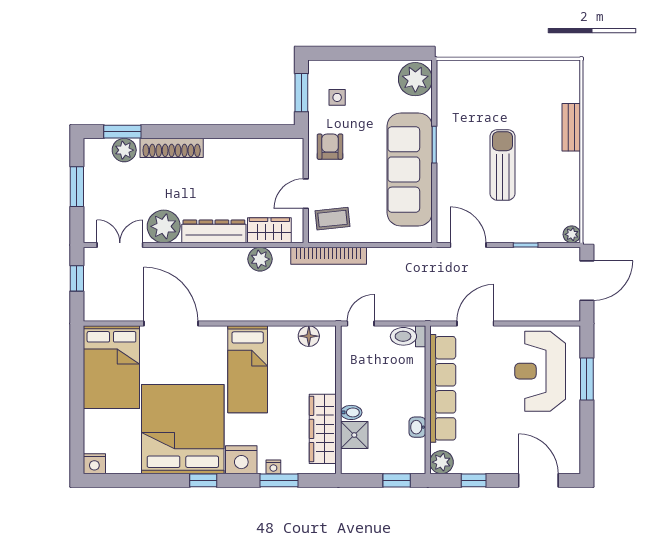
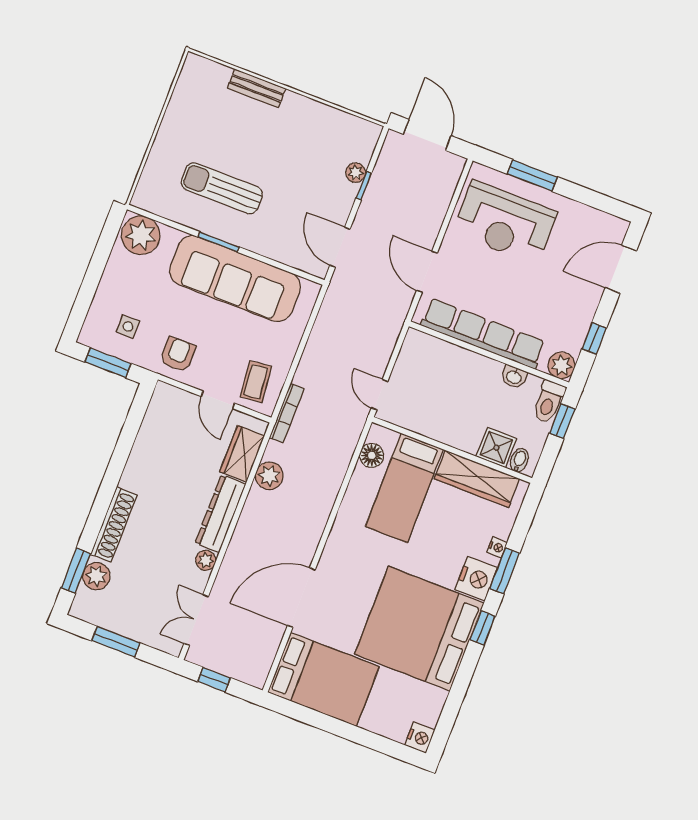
armchair: (330, 147) -> (178, 354), turned 90
sun lounger: (503, 165) -> (222, 188), moved
plant: (164, 226) -> (206, 560), width x0.53, depth x0.53
plant: (572, 234) -> (356, 173), moved
door: (468, 245) -> (340, 247), hinge flipped
bookcase: (329, 256) -> (287, 413), width x0.68, depth x0.76
toilet: (408, 336) -> (549, 402), moved
bed: (248, 369) -> (404, 488), moved, turned 90
bidet: (351, 412) -> (519, 460), moved
window: (279, 480) -> (505, 571), moved

